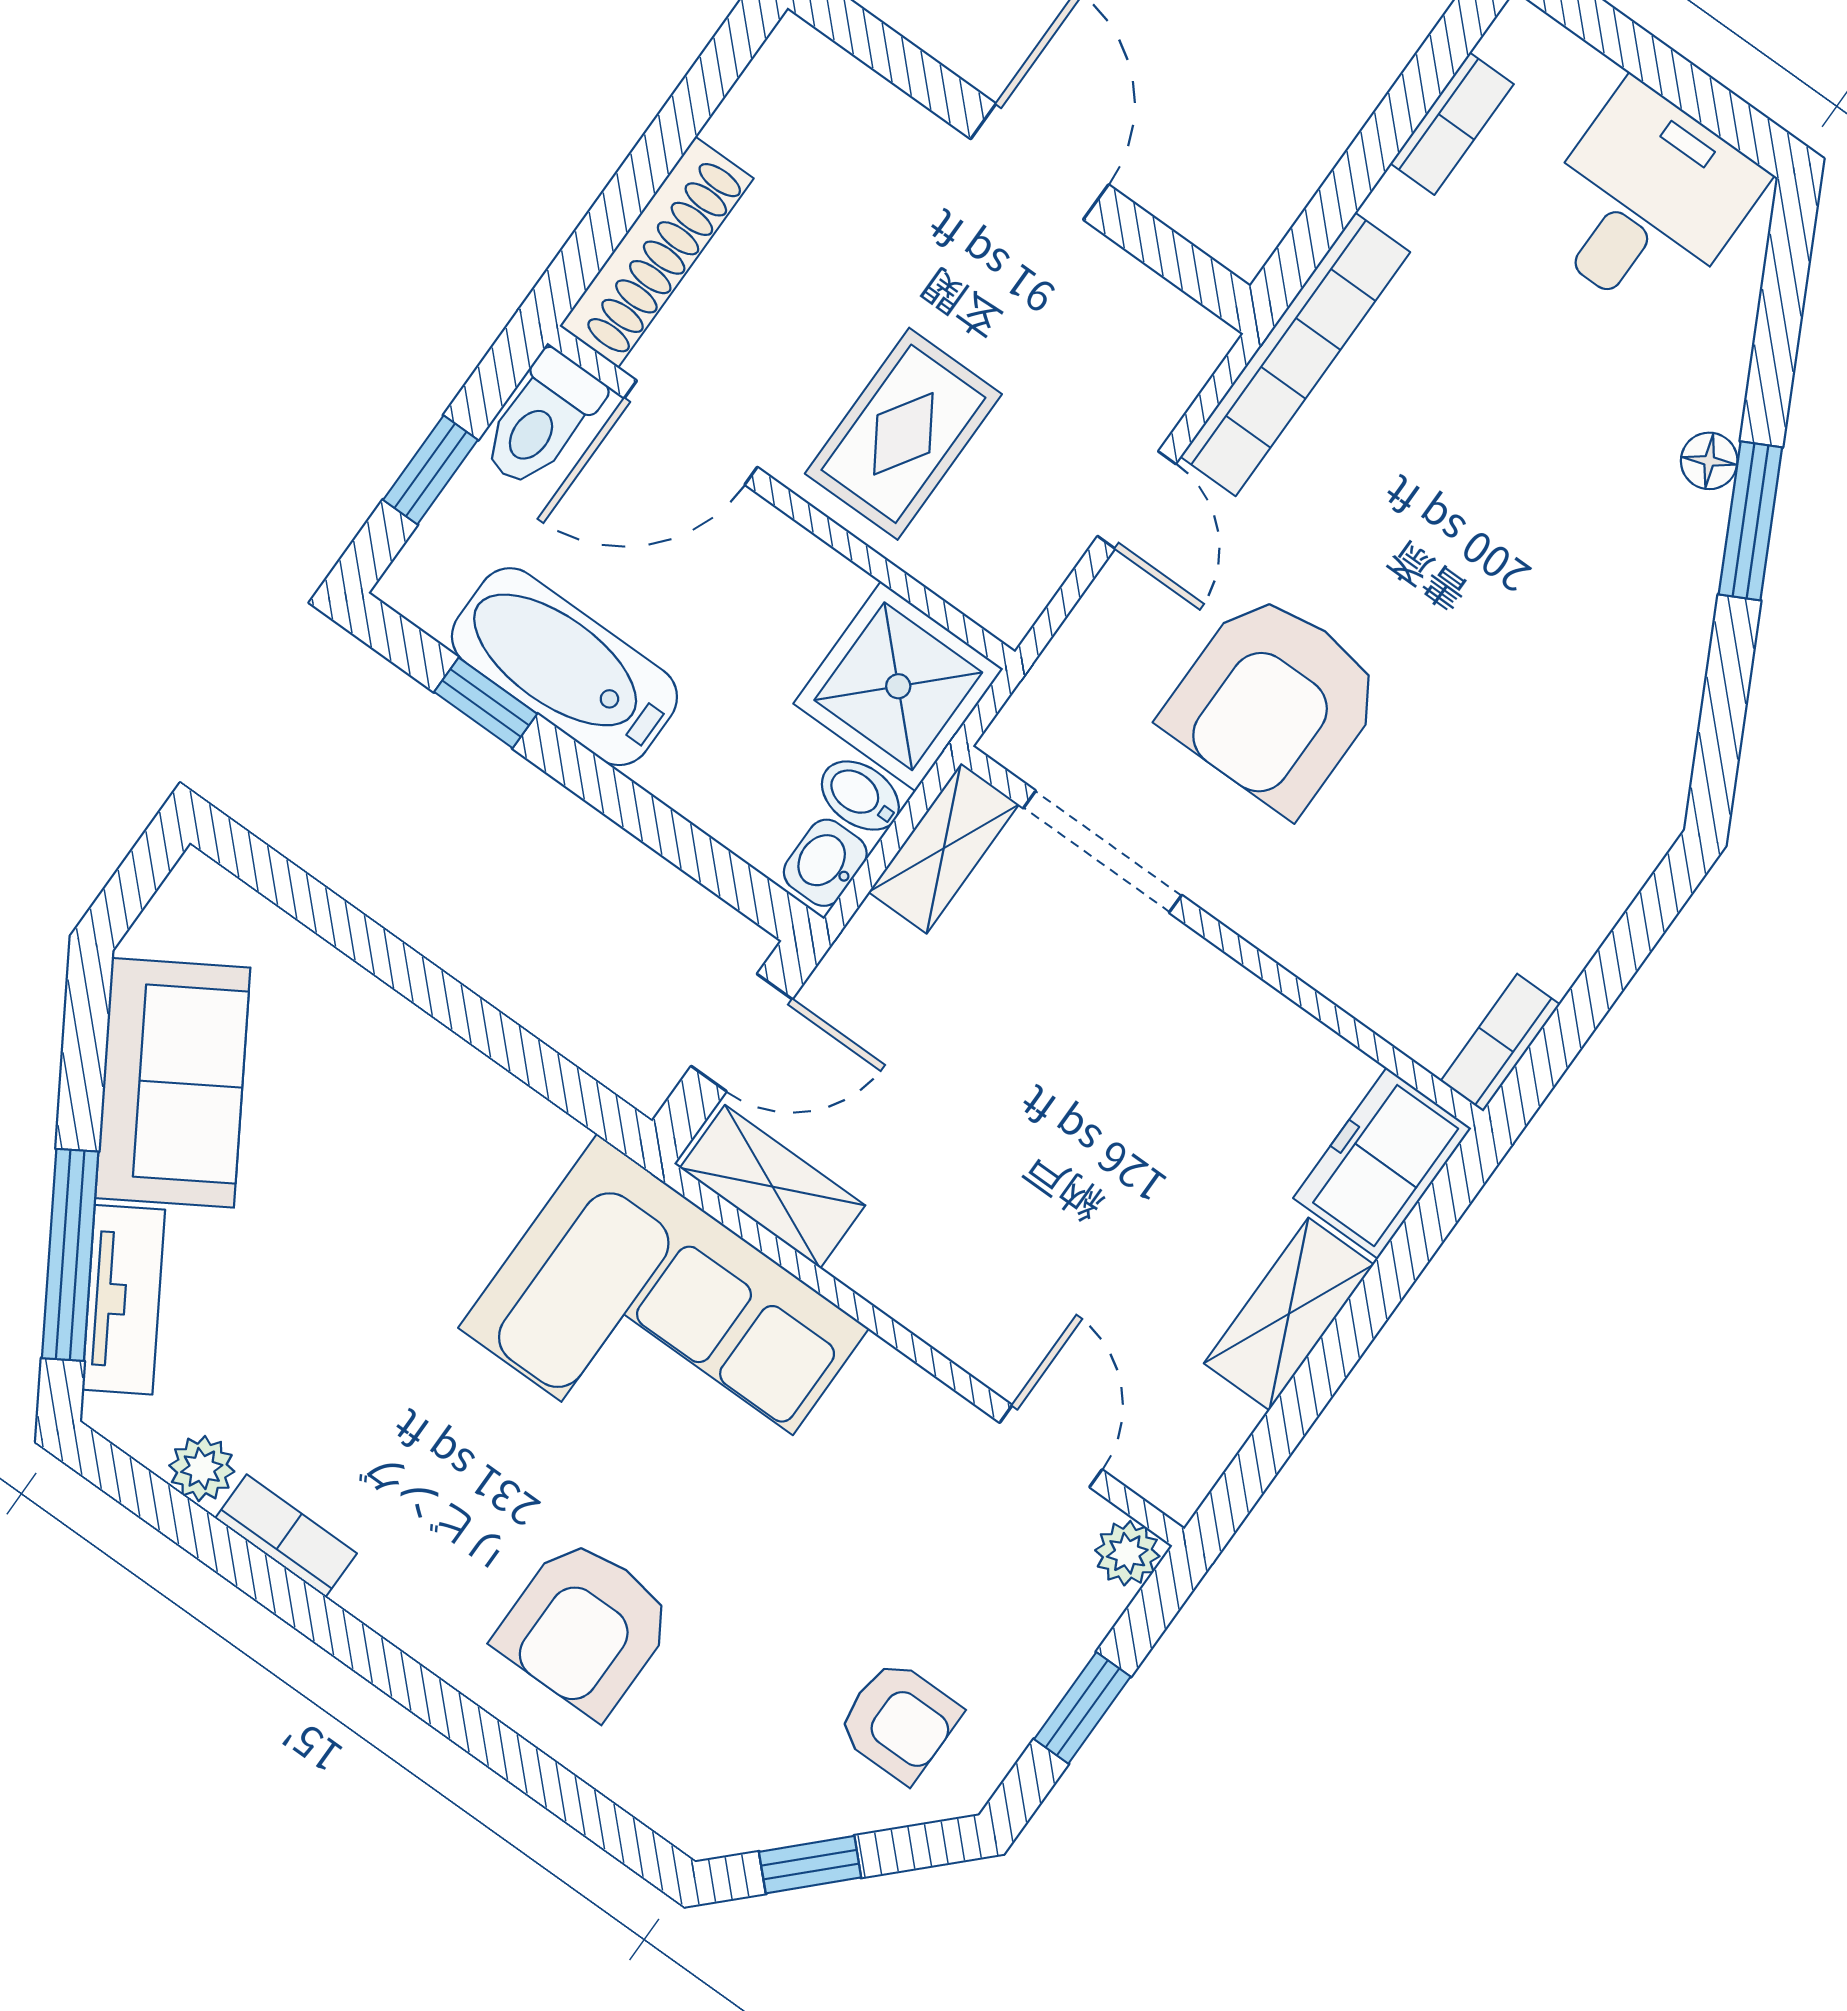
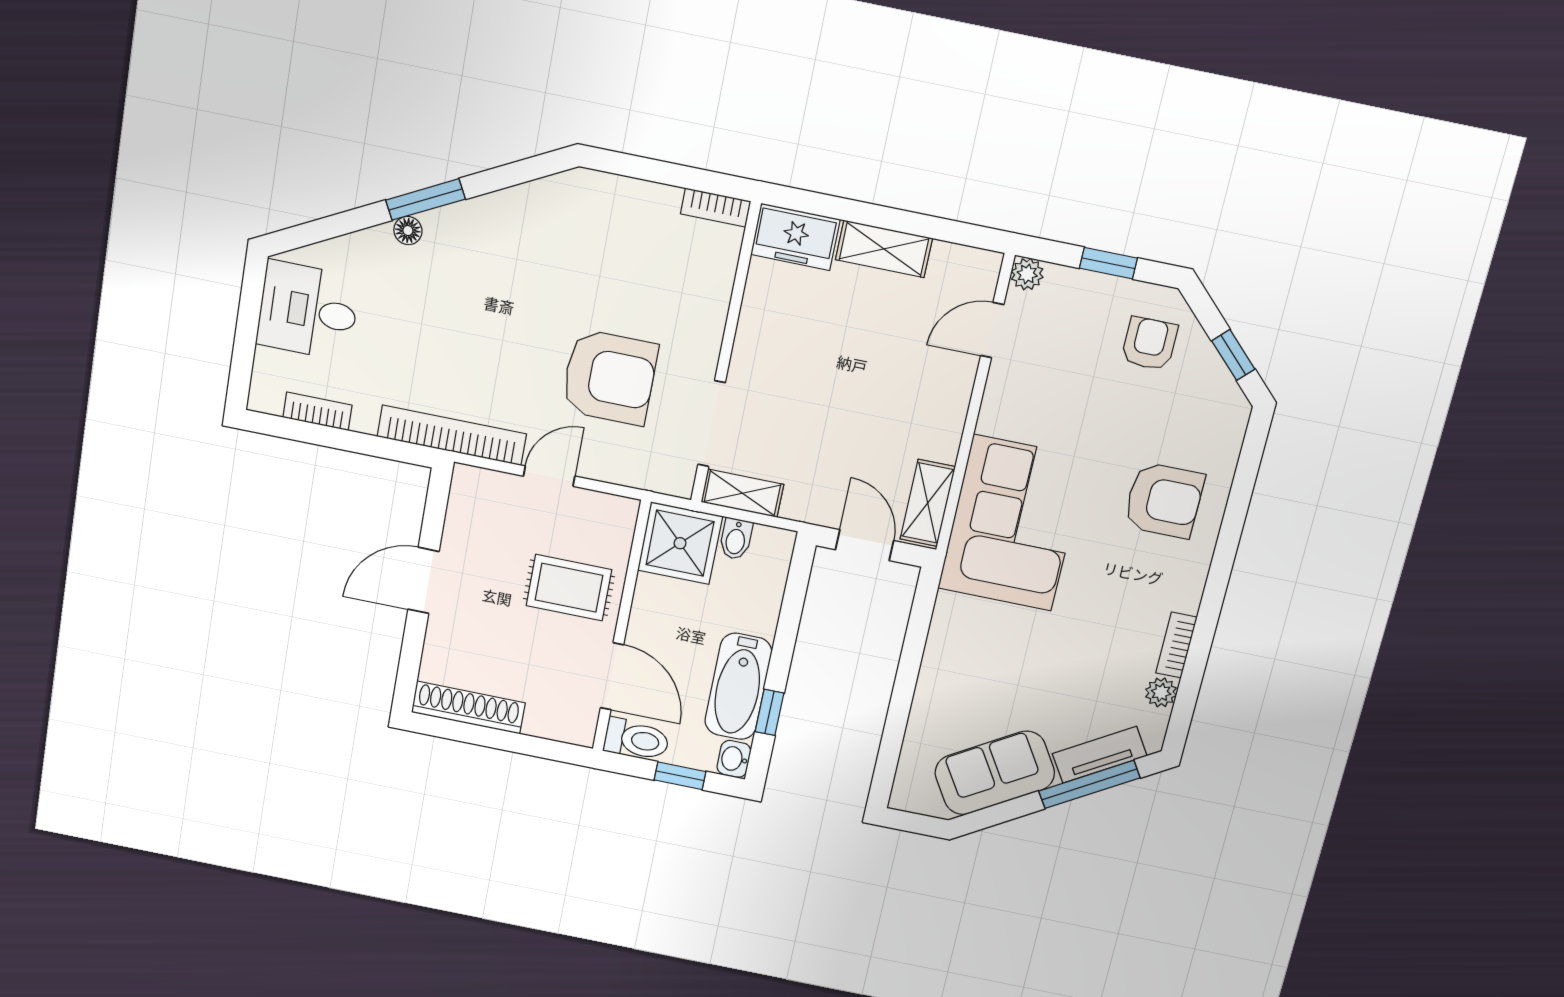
shoe rack: (657, 252) -> (468, 708), moved
washbasin: (825, 863) -> (734, 759), moved, turned 90

